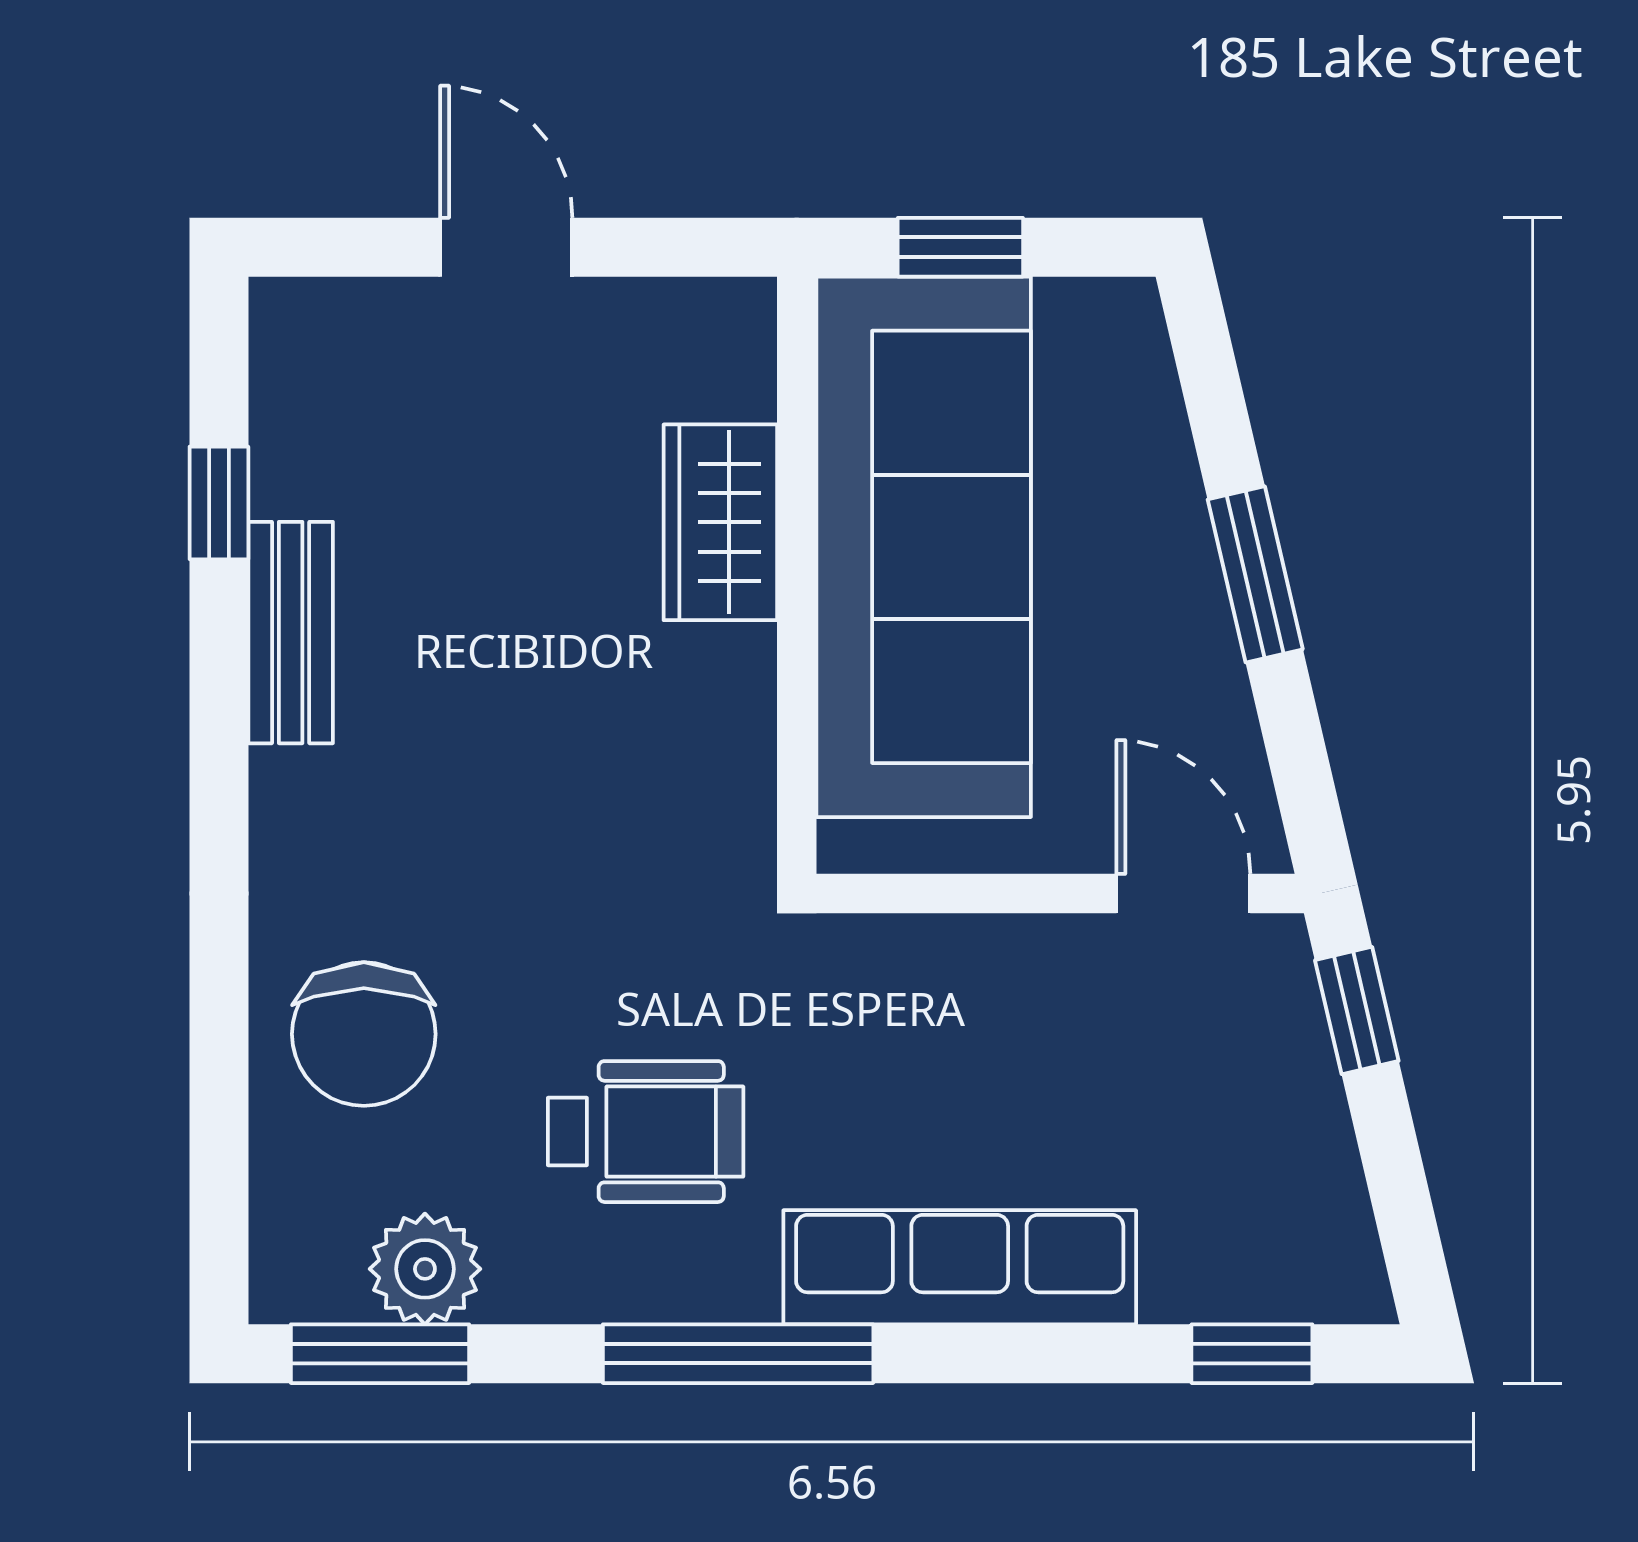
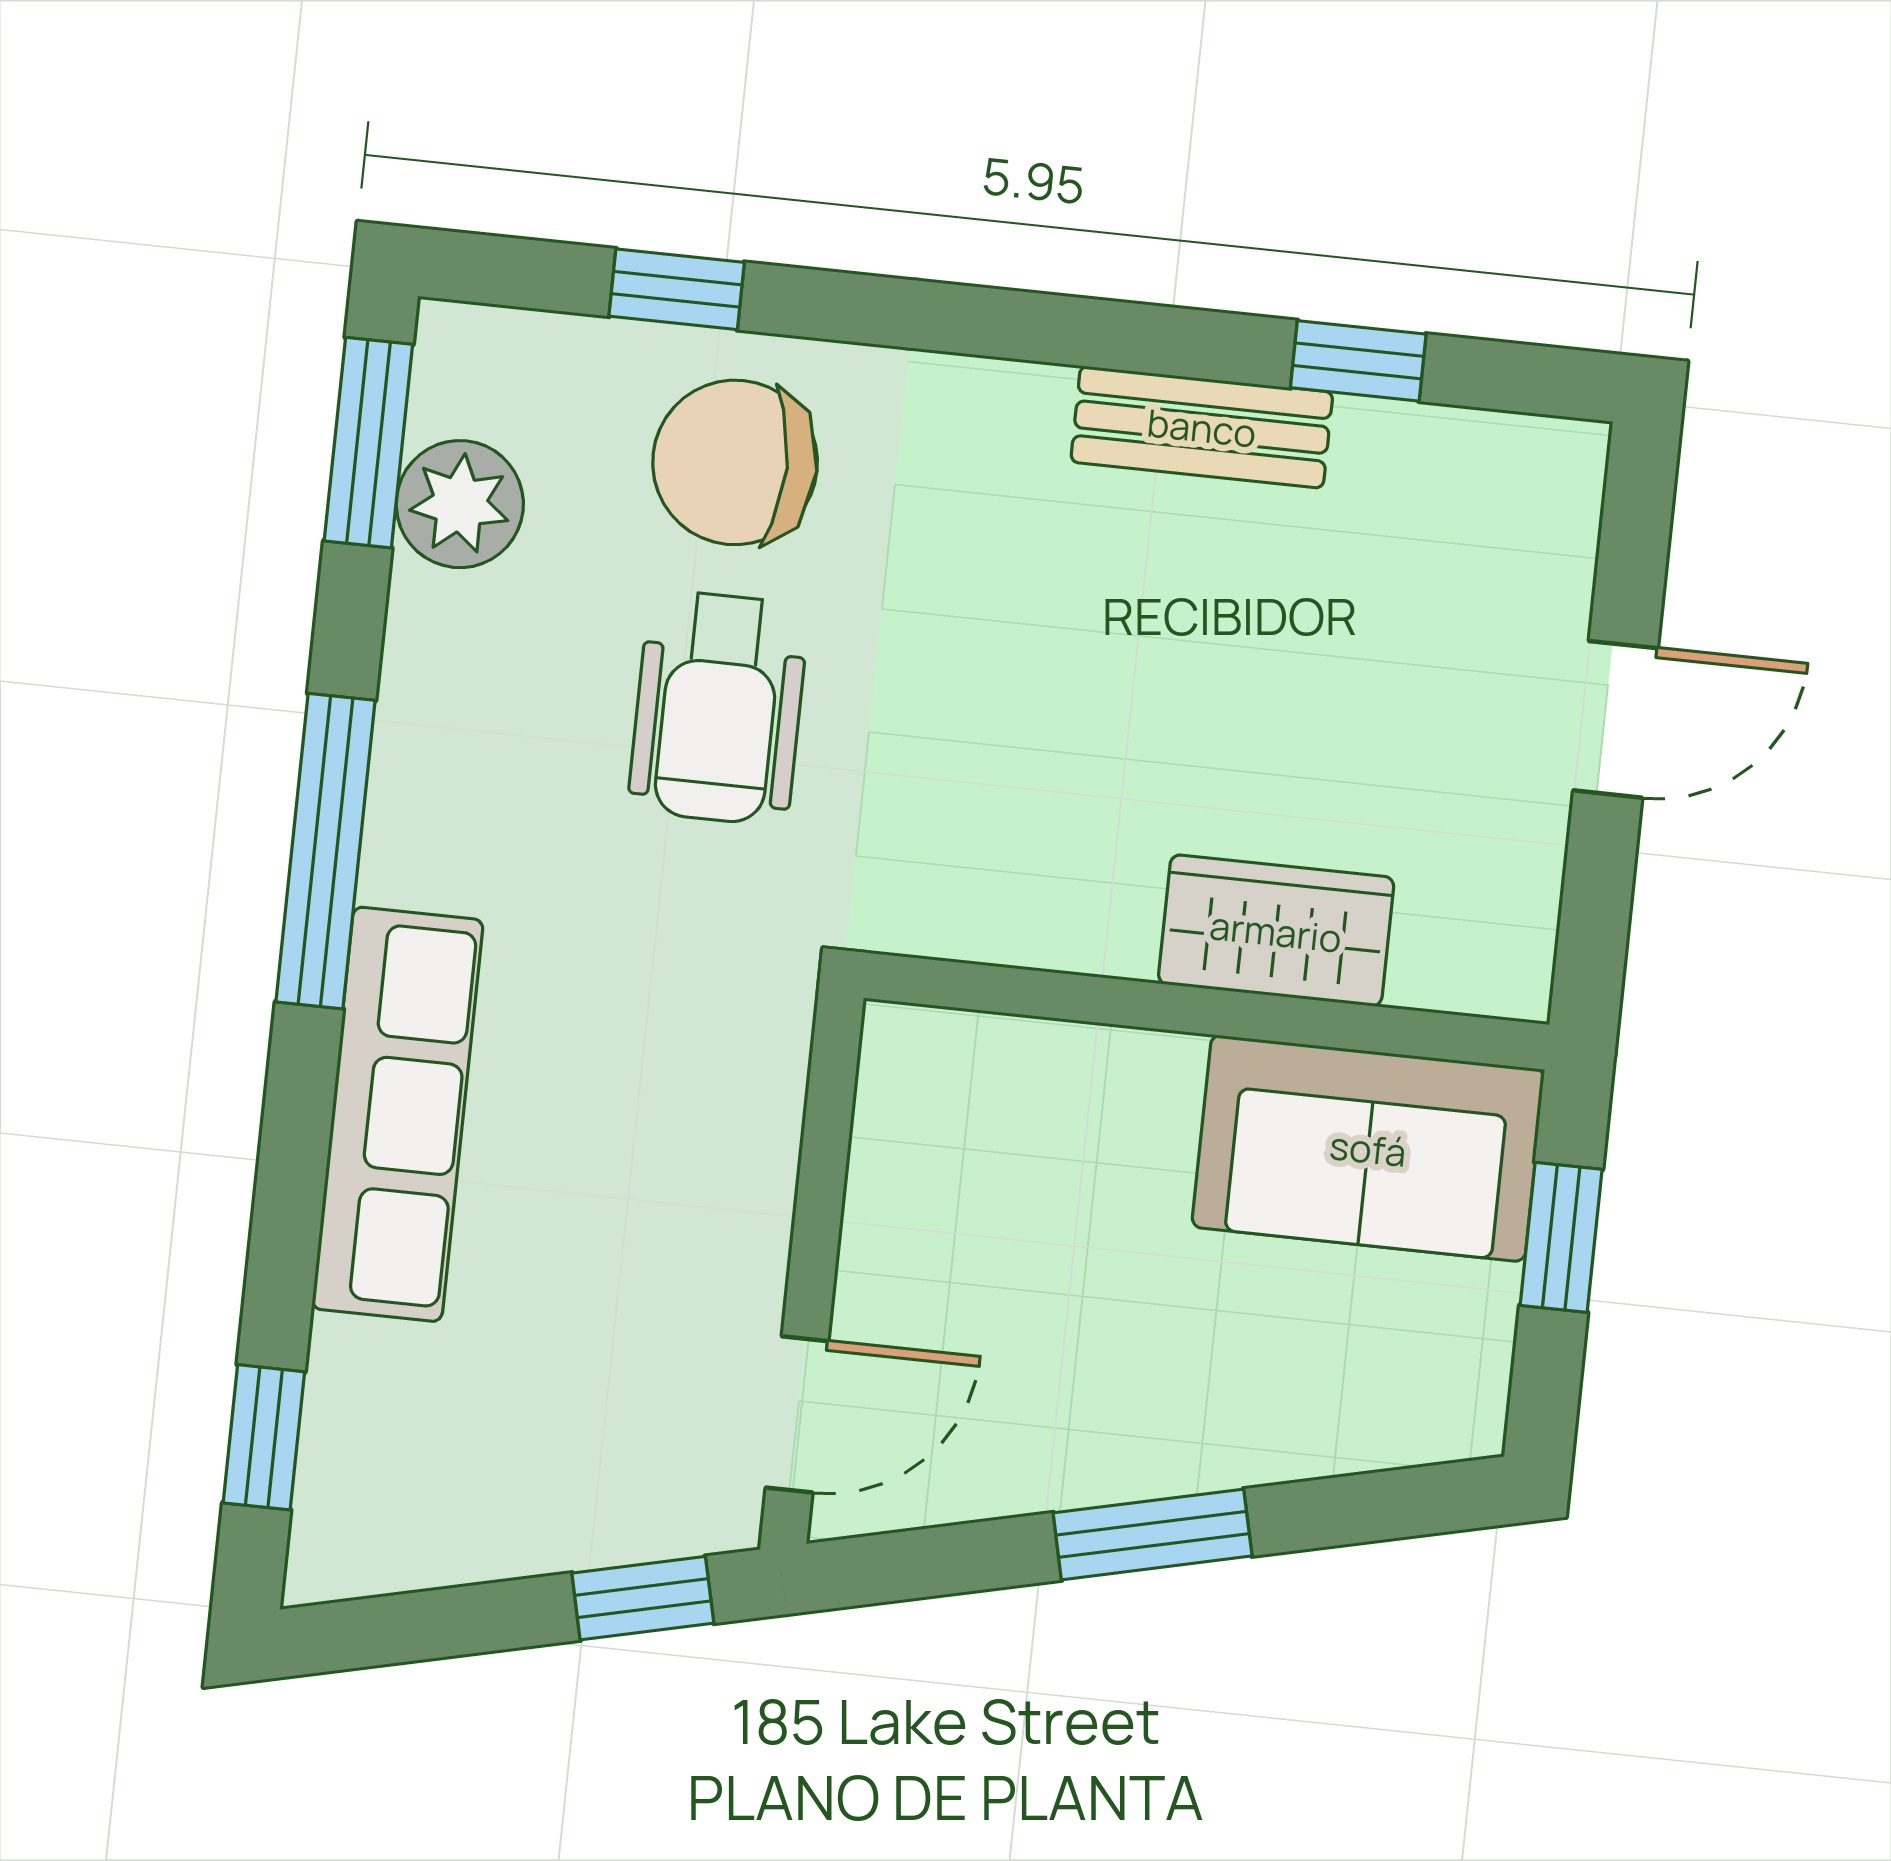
sofa: (924, 547) -> (1368, 1148), width x0.54, depth x0.79
window: (219, 1100) -> (677, 289), added
wheelchair: (646, 1132) -> (718, 708), moved

